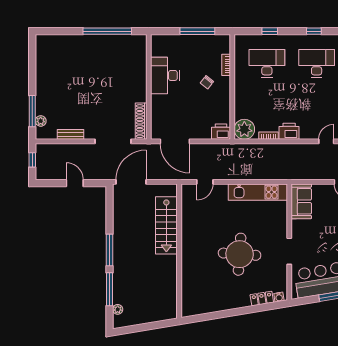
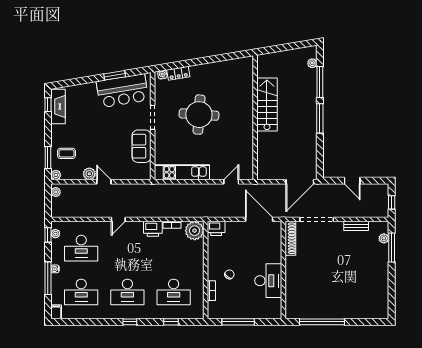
sofa: (301, 201) -> (142, 146), moved
stairs: (166, 225) -> (267, 105), moved

